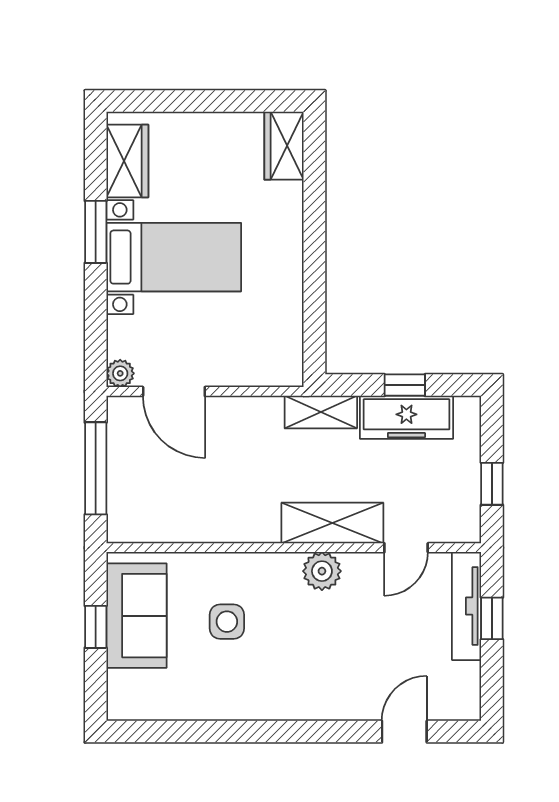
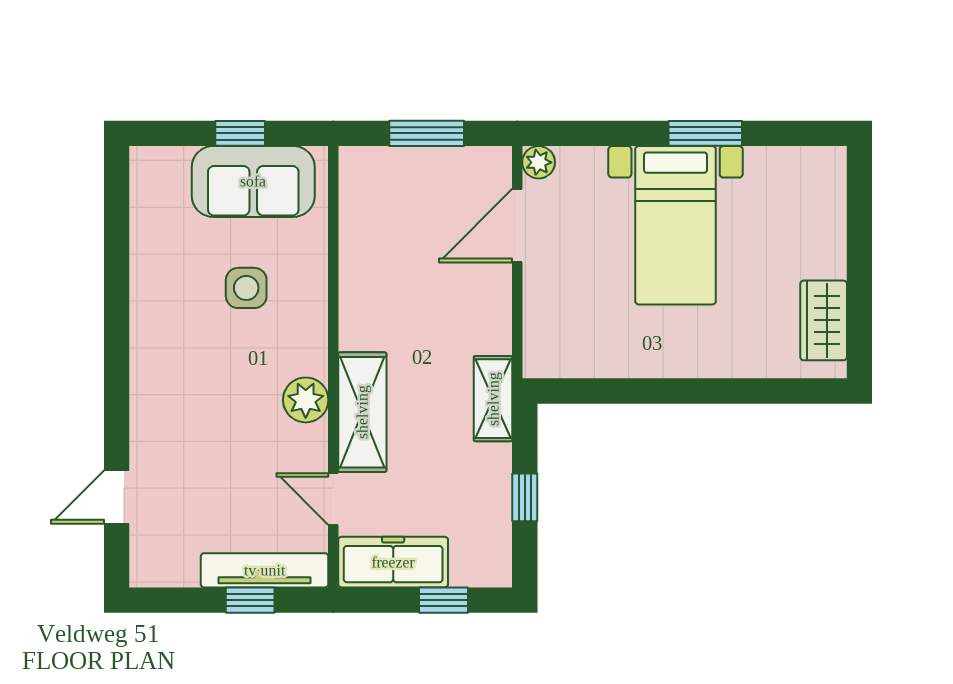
wardrobe: (284, 146) -> (824, 320), moved, turned -90
wardrobe: (127, 161) -> (789, 171), removed
freezer: (406, 417) -> (393, 562), moved, turned 90
window: (96, 468) -> (427, 133), width x0.69
window: (492, 484) -> (443, 600), moved
door: (404, 732) -> (117, 497), swing flipped

